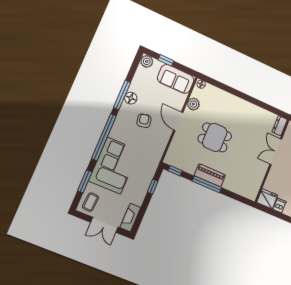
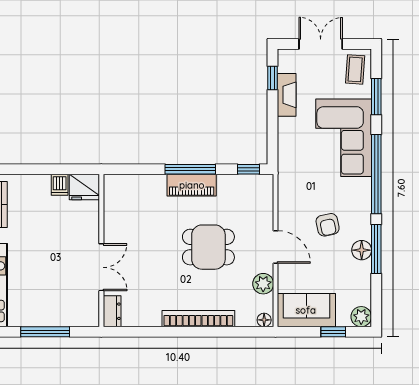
bookcase: (236, 101) -> (198, 319), added
window: (153, 187) -> (273, 78), moved
fireplace: (130, 217) -> (287, 95), moved

